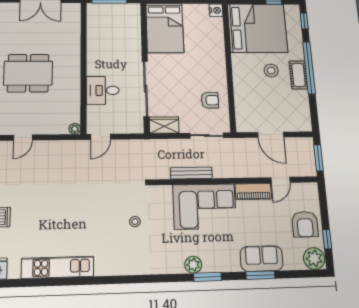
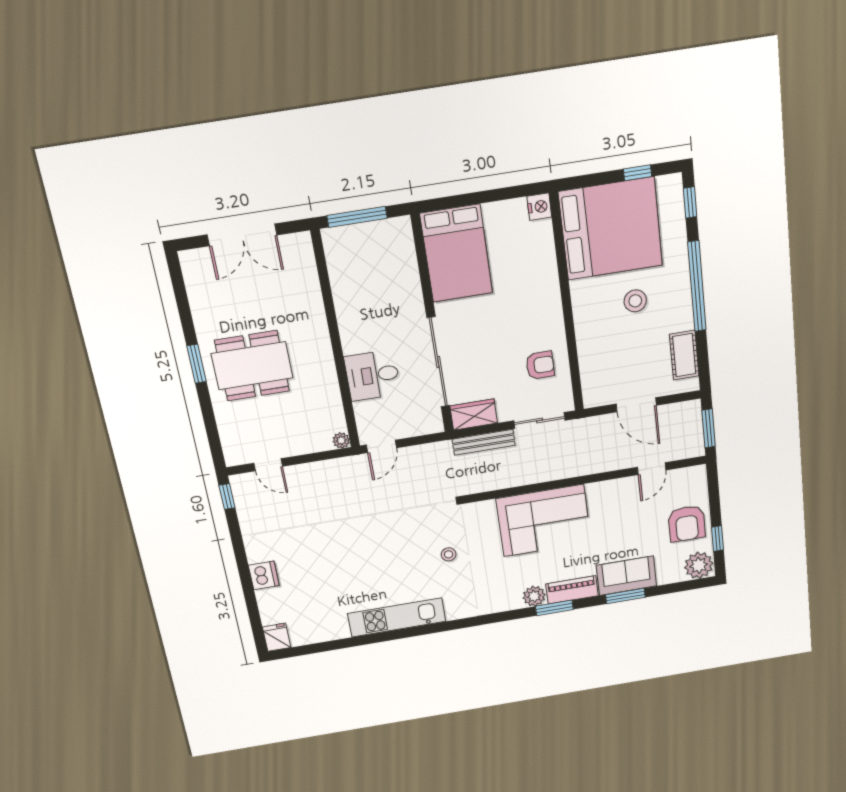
cot: (298, 75) -> (684, 355), moved
door: (23, 138) -> (268, 465), hinge flipped
bench: (191, 173) -> (484, 442), moved
piano: (253, 191) -> (572, 590), moved, turned 180
kitchen unit: (58, 267) -> (397, 617), moved

